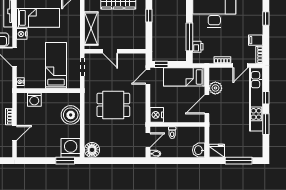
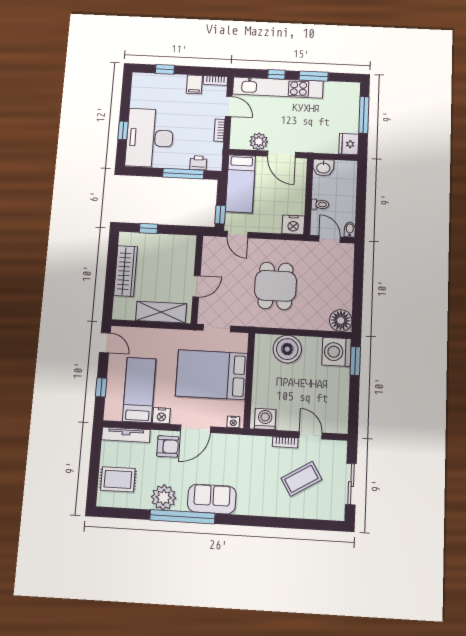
bed: (56, 65) -> (212, 375), width x1.50
washing machine: (34, 100) -> (265, 419), moved, turned -90
washbasin: (199, 150) -> (323, 168), moved

